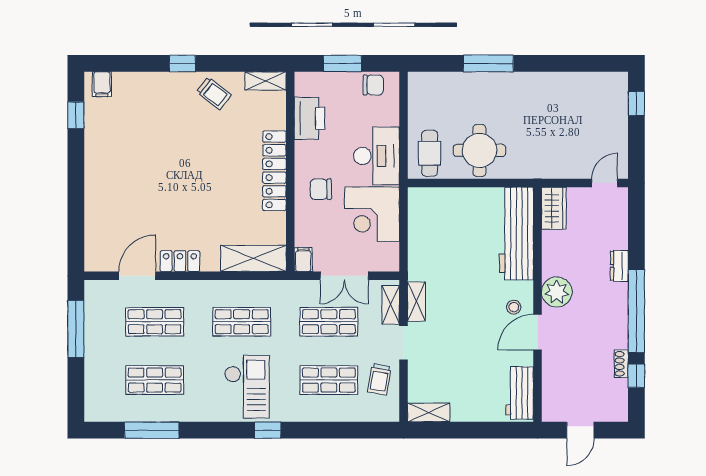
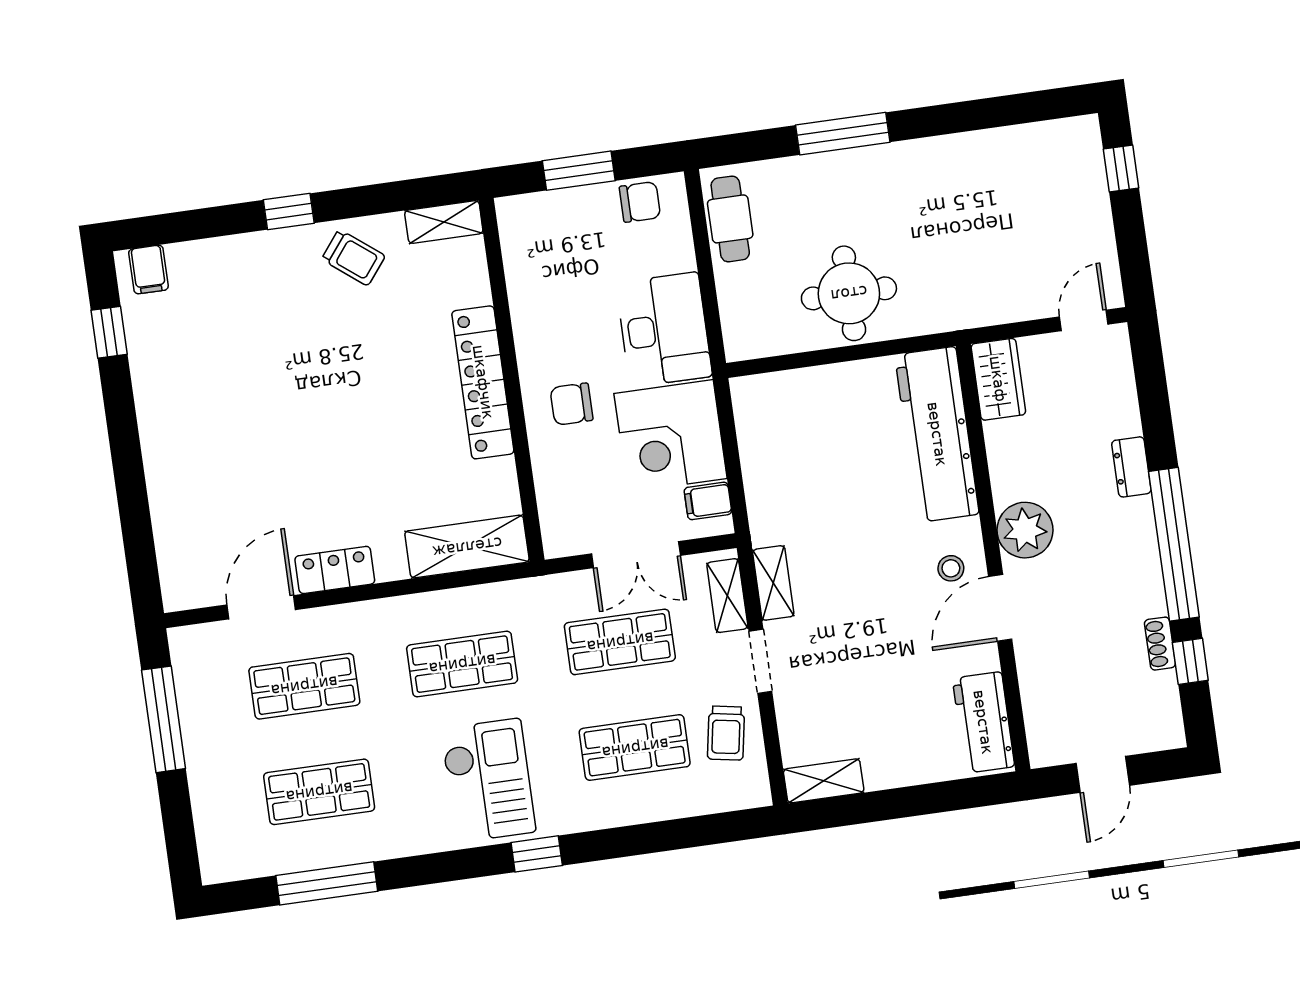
printer: (309, 118) -> (533, 278), removed
cafe table: (430, 153) -> (730, 219), moved
filing cabinet: (303, 260) -> (708, 501), moved, turned -90

